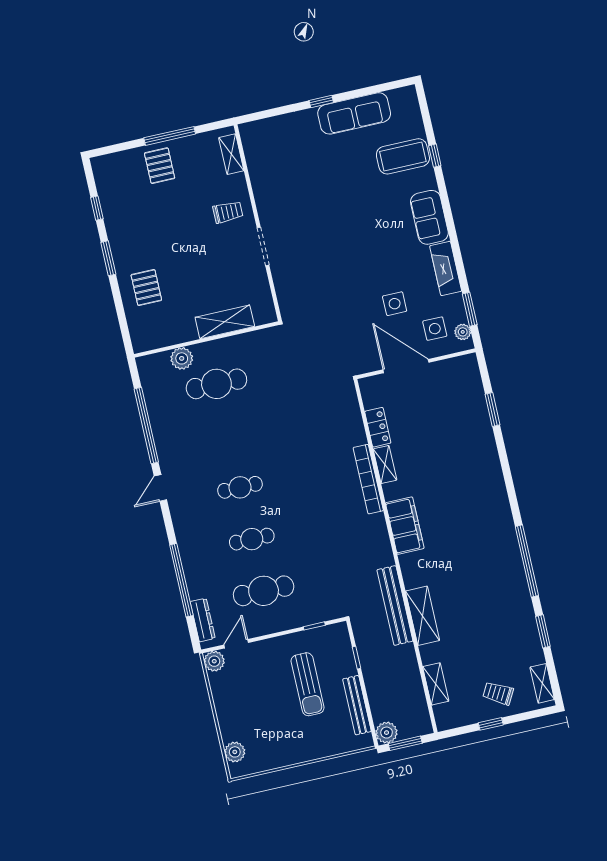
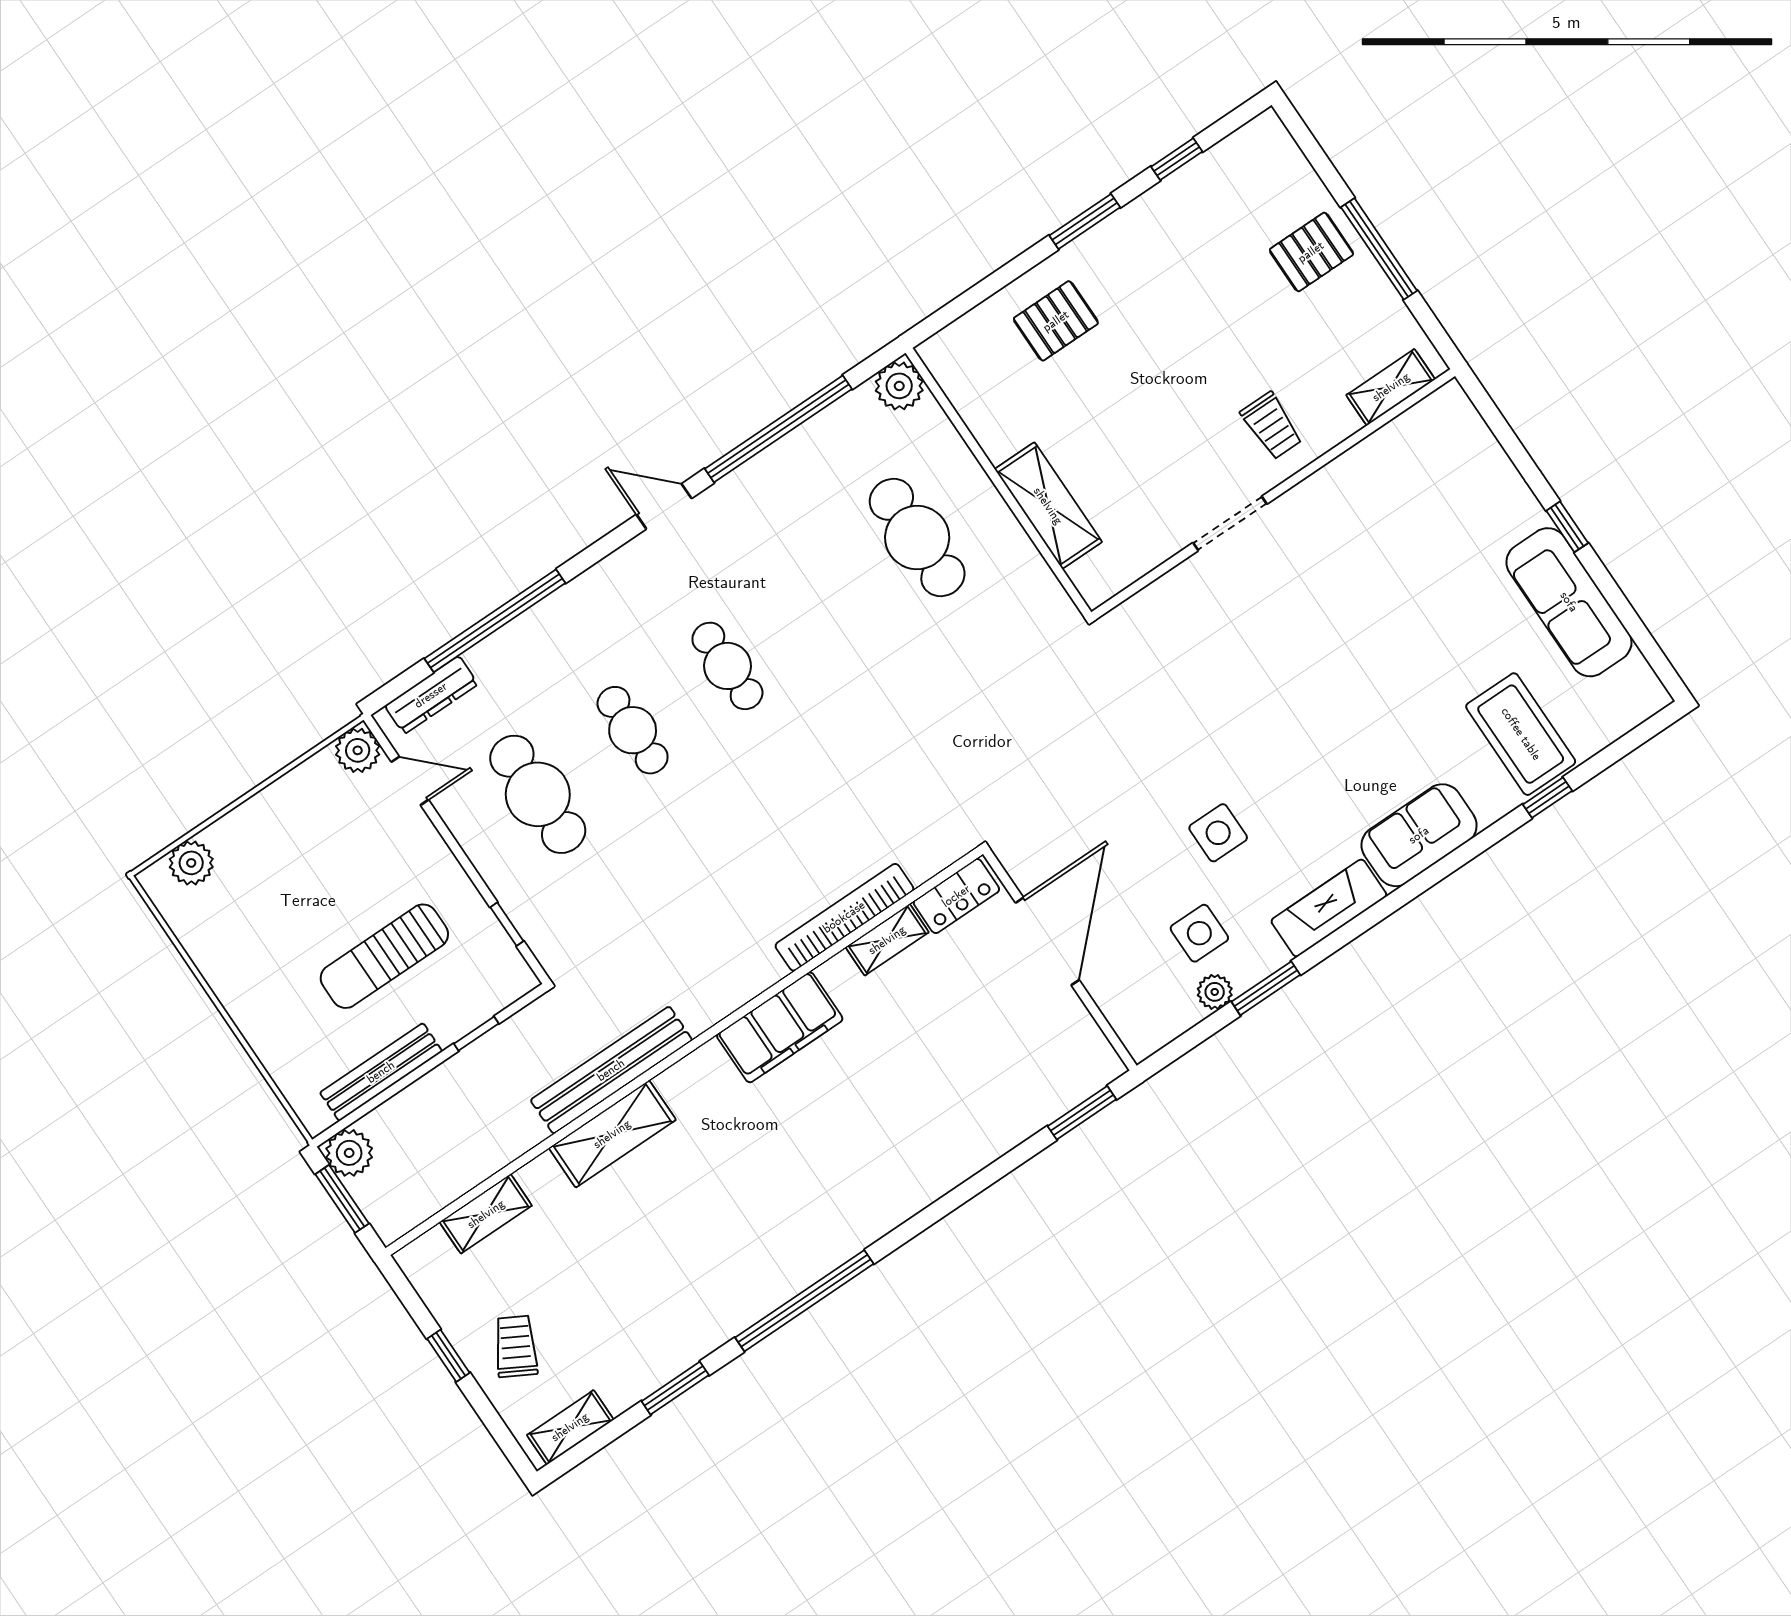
plant: (182, 358) -> (899, 386), moved
wall: (416, 364) -> (1060, 960), moved
door: (406, 366) -> (1047, 941), moved

